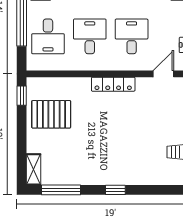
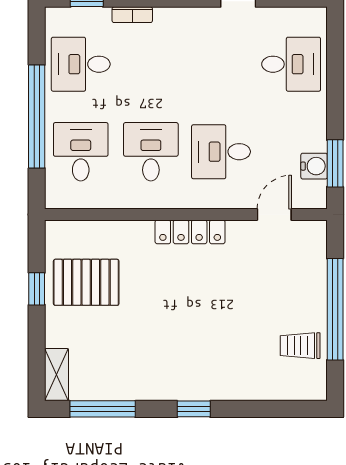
desk: (48, 36) -> (81, 152), turned 180
desk: (132, 36) -> (221, 152), turned -90
window: (22, 96) -> (37, 289), moved

